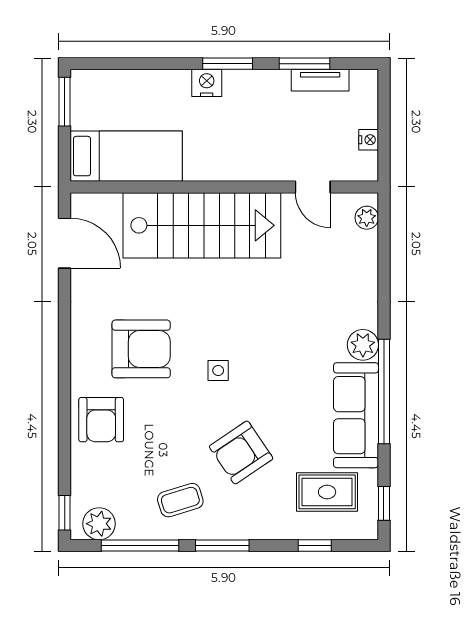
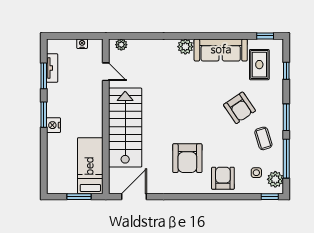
window: (65, 102) -> (79, 197), moved
door: (313, 187) -> (106, 72), hinge flipped
armchair: (141, 349) -> (187, 158), turned 180
side table: (218, 370) -> (256, 173), moved
window: (384, 391) -> (209, 36), removed
armchair: (101, 420) -> (223, 178), turned -90

